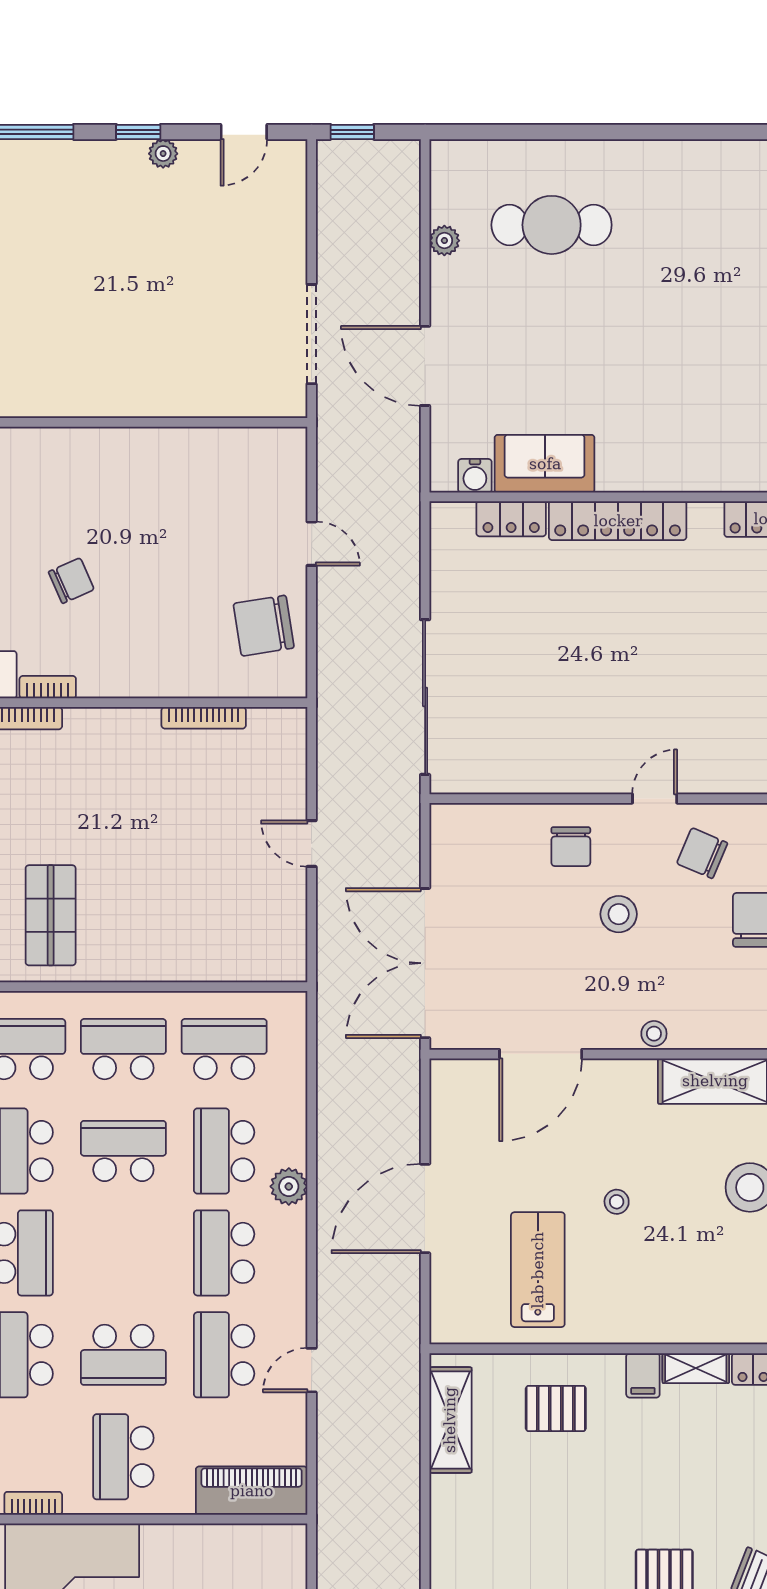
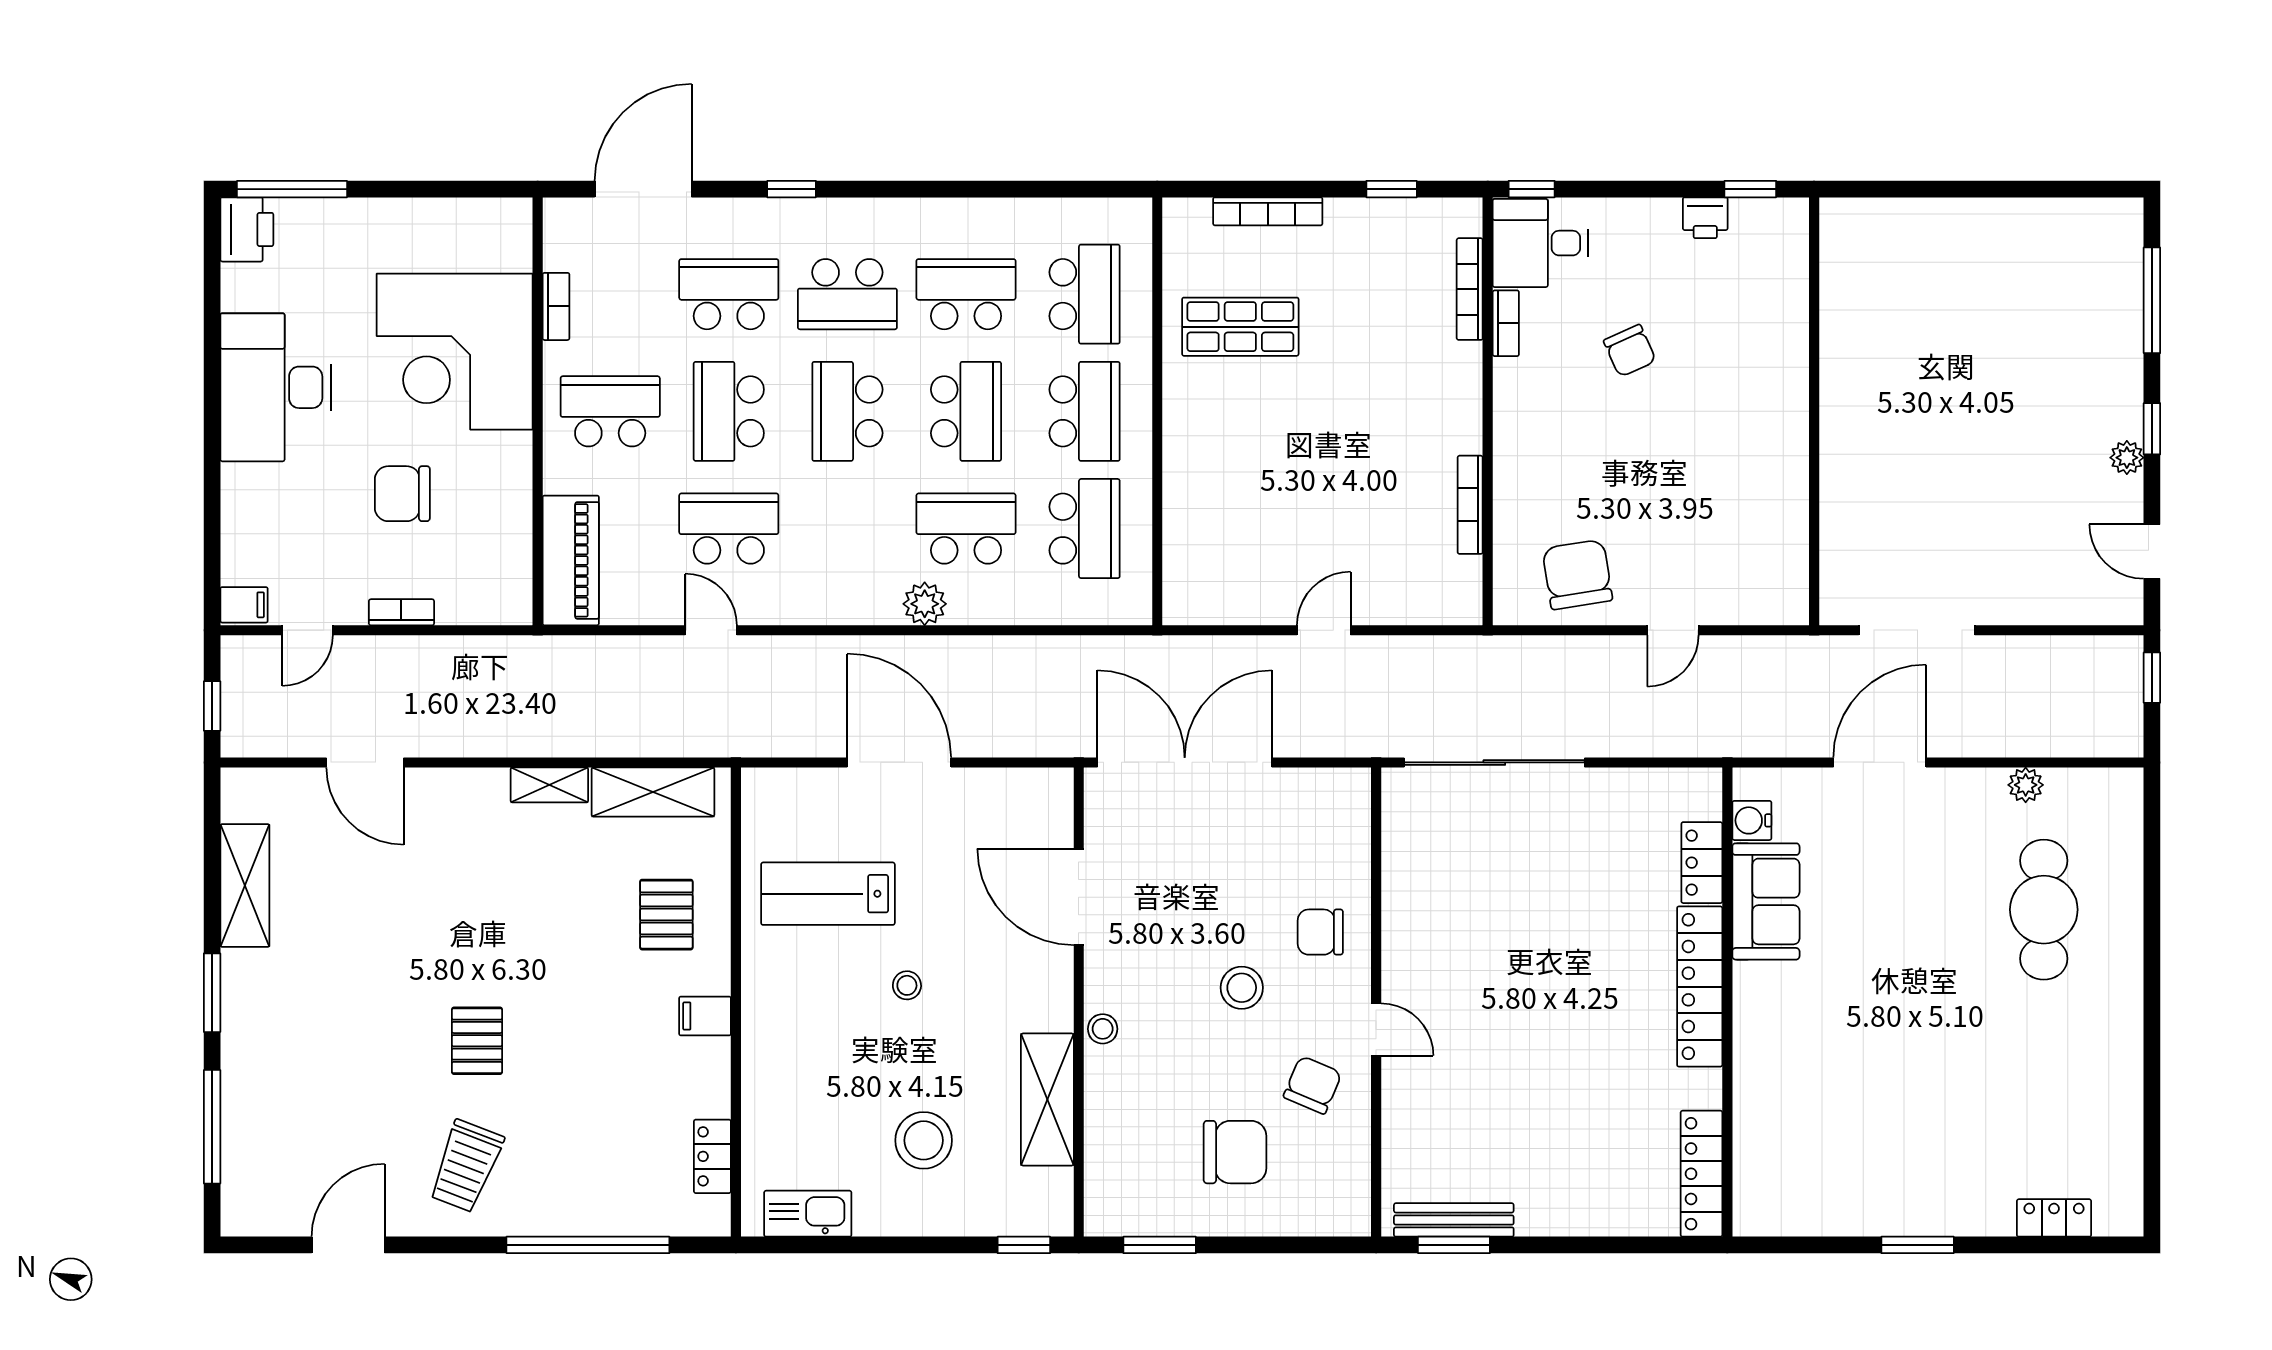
school desk: (224, 1253) -> (847, 411), moved, turned -90
lab bench: (538, 1270) -> (828, 894), turned 180
shelving: (696, 1368) -> (549, 785), moved, turned 90

